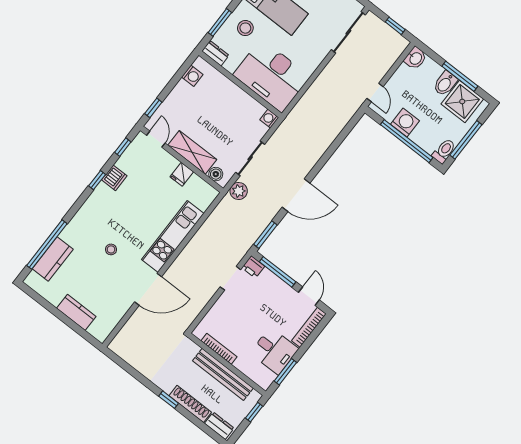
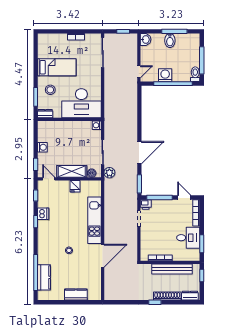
washing machine: (192, 76) -> (42, 147), moved
door: (375, 92) -> (139, 72), hinge flipped
shower: (462, 101) -> (185, 43), removed

